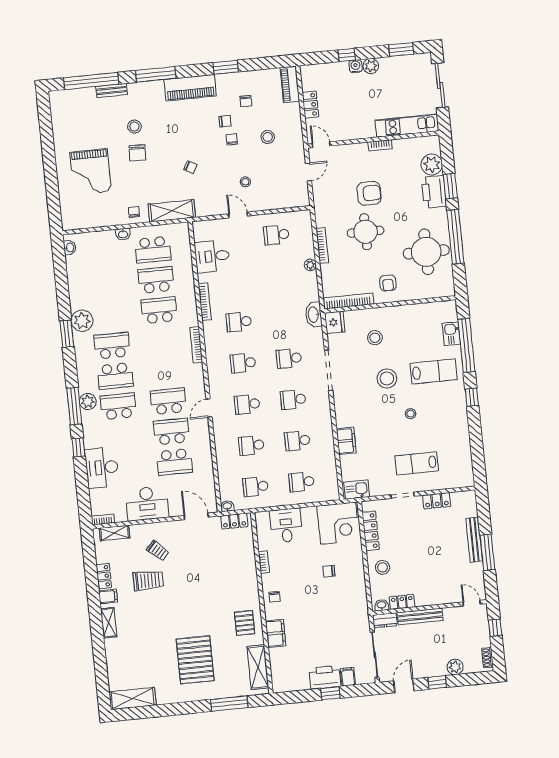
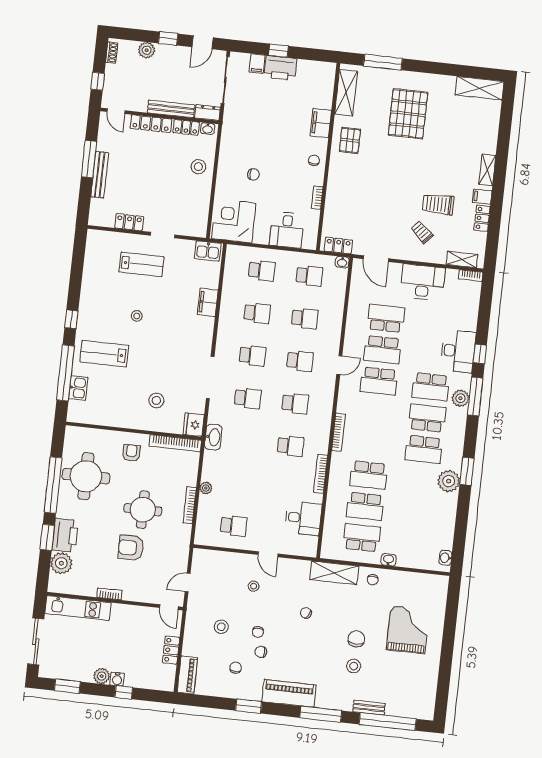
stool: (387, 378) -> (153, 357), removed
desk: (102, 468) -> (458, 351), moved
locker: (371, 531) -> (151, 124), moved, turned -90

